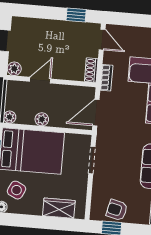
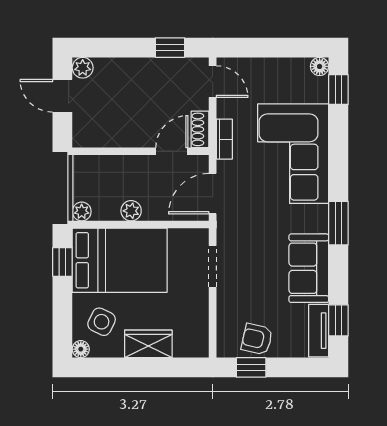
plant: (14, 69) -> (83, 68), moved
door: (40, 80) -> (172, 151), moved
wardrobe: (59, 208) -> (148, 344), moved

